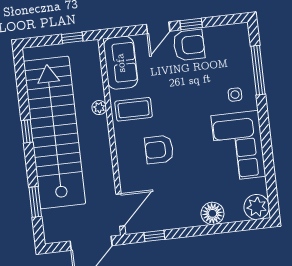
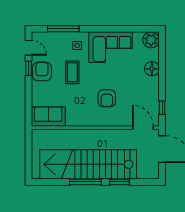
door: (158, 28) -> (28, 48), moved
window: (72, 38) -> (28, 146), removed
plant: (99, 108) -> (75, 134), removed
coffee table: (134, 109) -> (72, 72), moved
window: (27, 131) -> (85, 182), width x2.17
window: (35, 202) -> (120, 182), moved

